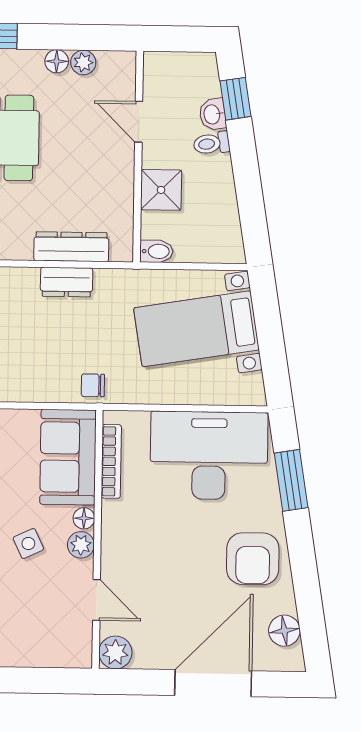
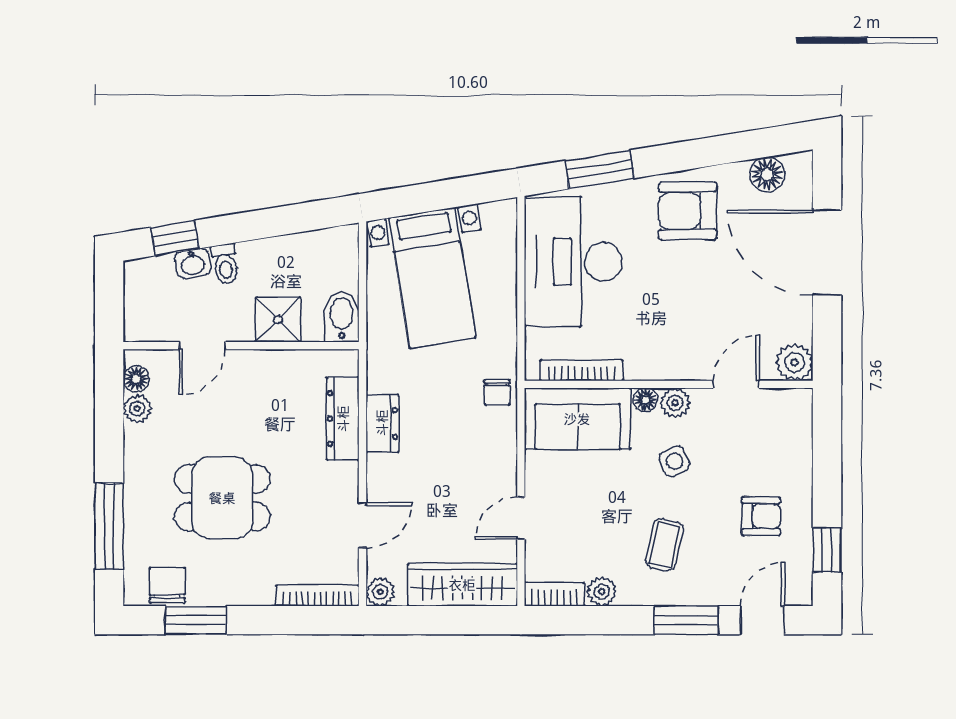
floor lamp: (57, 61) -> (136, 379), moved
bidet: (156, 251) -> (342, 317), width x1.38, depth x1.36
armchair: (253, 559) -> (688, 211), turned 180

